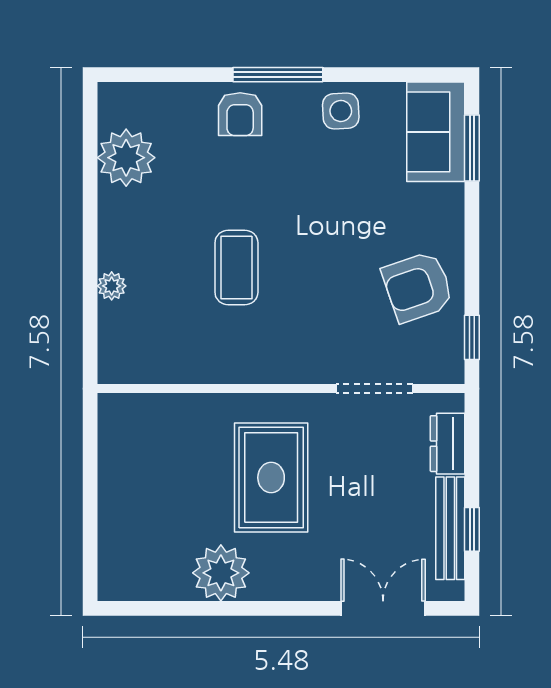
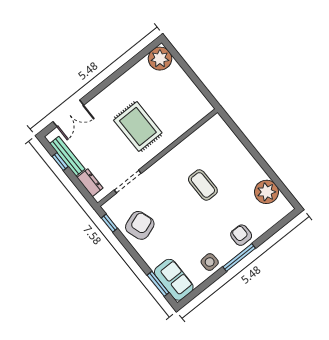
plant: (112, 286) -> (238, 147), removed
plant: (221, 573) -> (160, 59), moved

